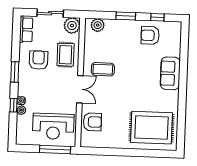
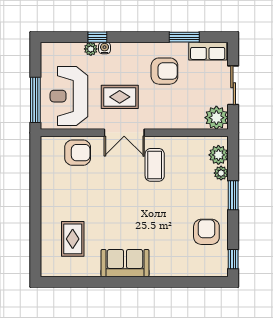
window: (157, 17) -> (233, 259), moved
plant: (110, 24) -> (221, 173), added
rug: (66, 55) -> (120, 97), moved
window: (15, 72) -> (184, 37), moved
sofa: (170, 73) -> (125, 263), moved
armchair: (92, 122) -> (78, 153), turned -90
rug: (152, 128) -> (73, 239), width x0.54, depth x0.49

